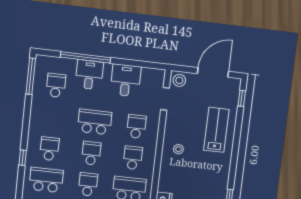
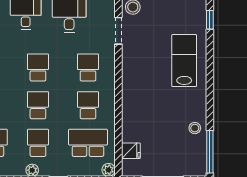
school desk: (95, 122) -> (38, 67), width x0.54
stool: (178, 149) -> (195, 128), moved

